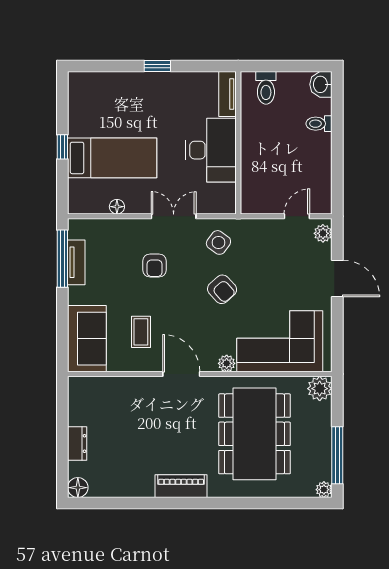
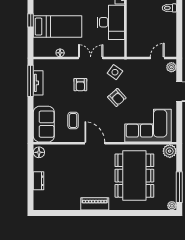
plant: (227, 363) -> (119, 137), removed
floor lamp: (78, 488) -> (39, 152), moved

